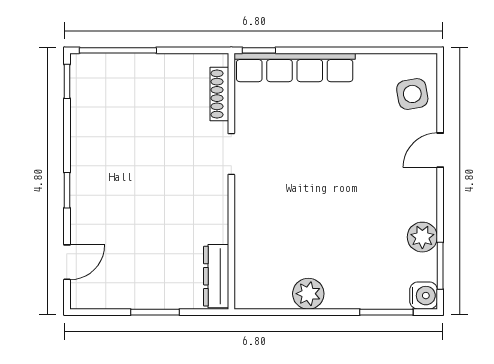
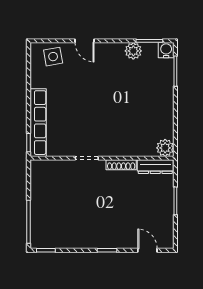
shoe rack: (219, 94) -> (121, 165), moved
plant: (308, 294) -> (165, 148), moved

